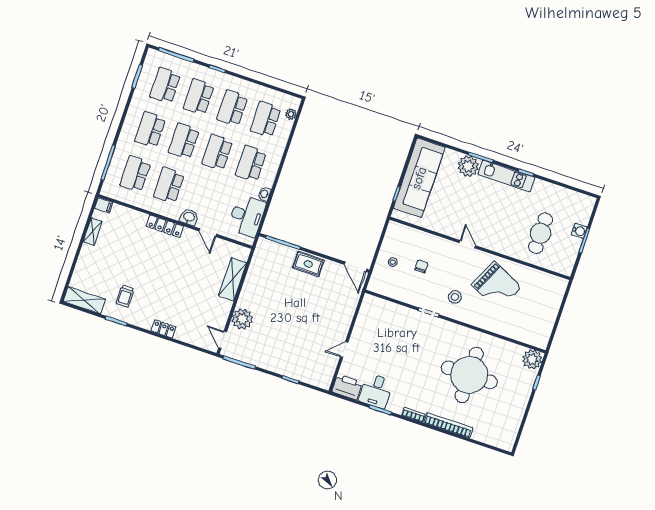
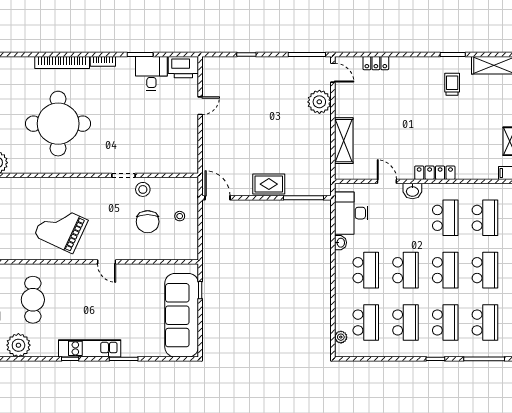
plant: (468, 166) -> (18, 345), moved
chair: (421, 267) -> (148, 222), width x1.87, depth x1.87
stool: (455, 297) -> (143, 189), moved
locker: (163, 329) -> (376, 63), moved

